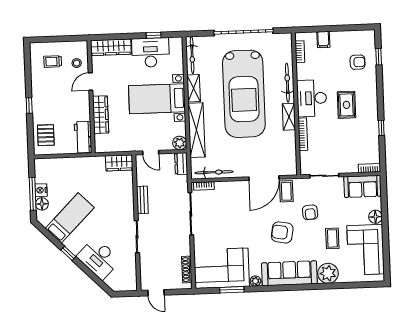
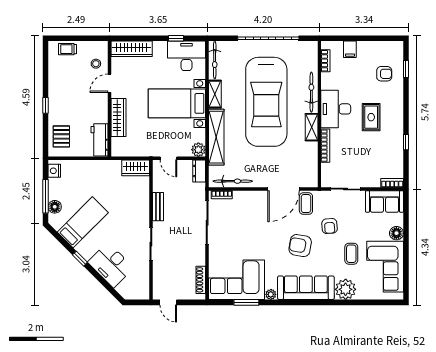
desk: (151, 53) -> (186, 56), moved
trolley: (53, 62) -> (68, 49), moved
nightstand: (41, 190) -> (54, 171), moved

